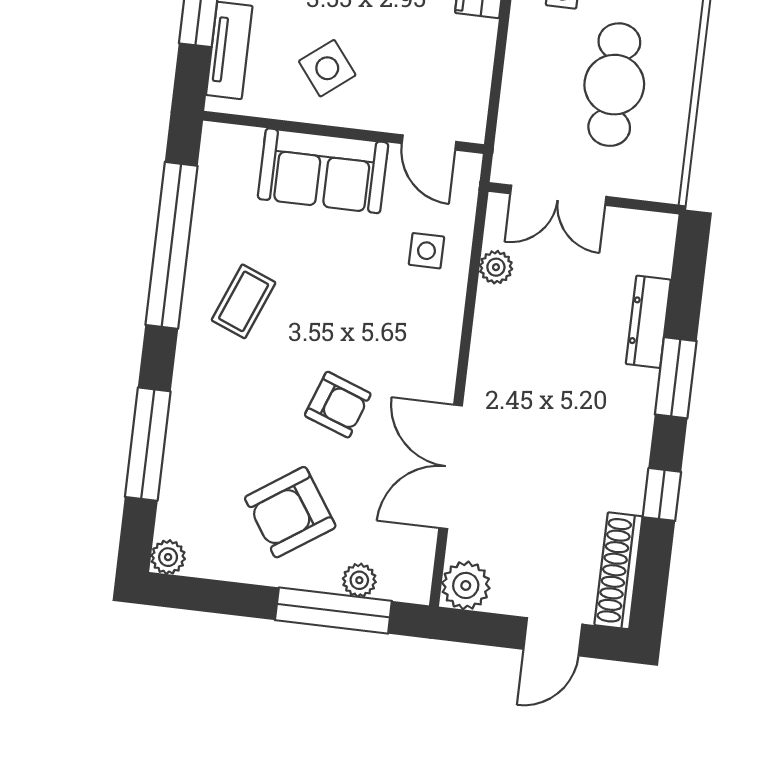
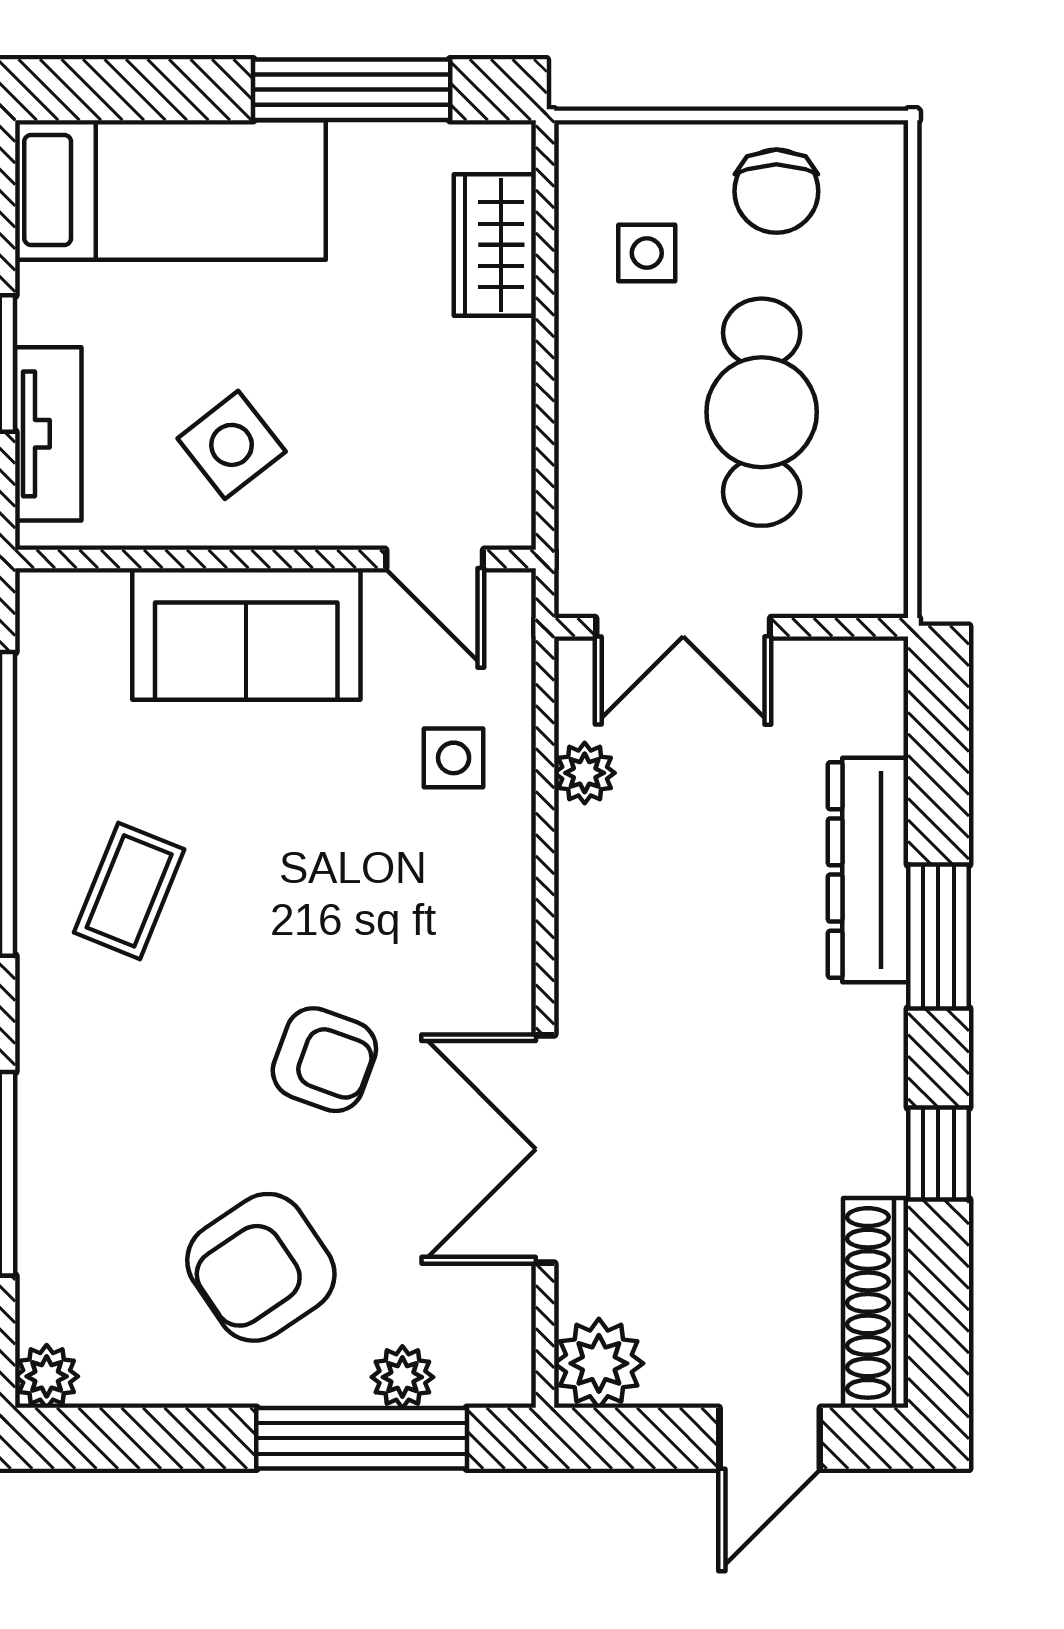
dresser: (648, 322) -> (868, 870), width x1.37, depth x1.24

